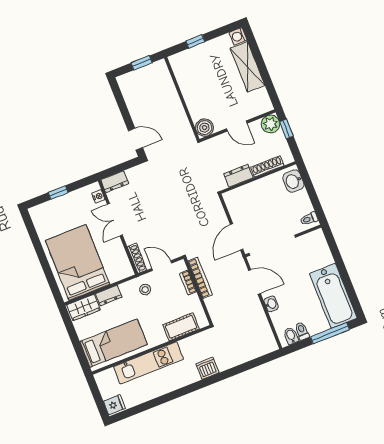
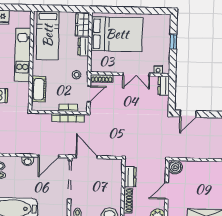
double door: (115, 220) -> (136, 74), swing flipped

